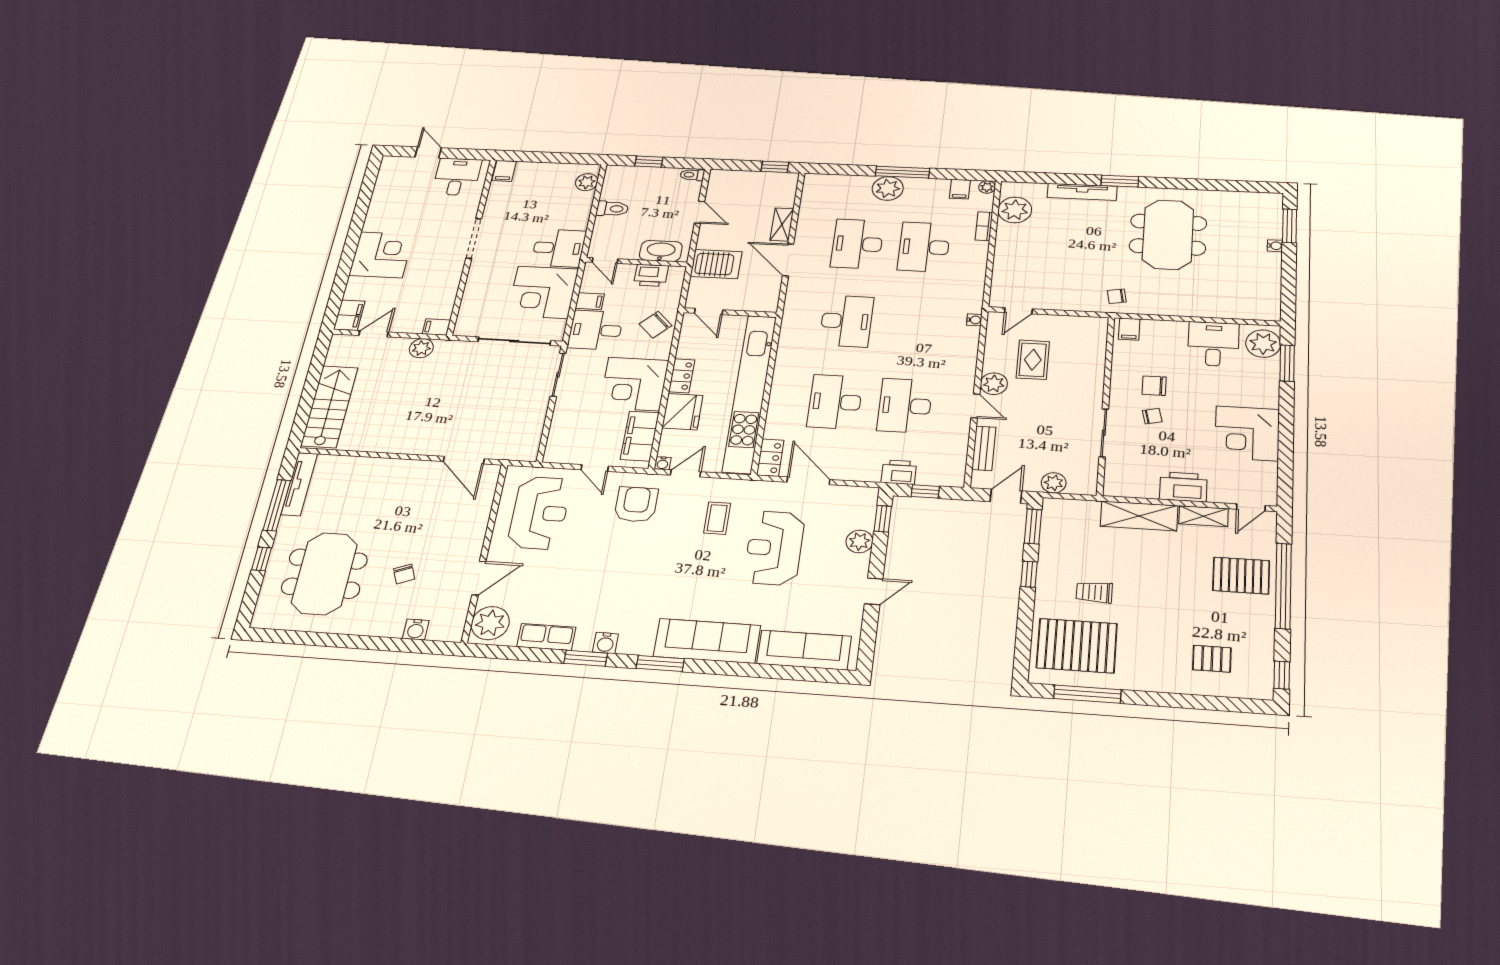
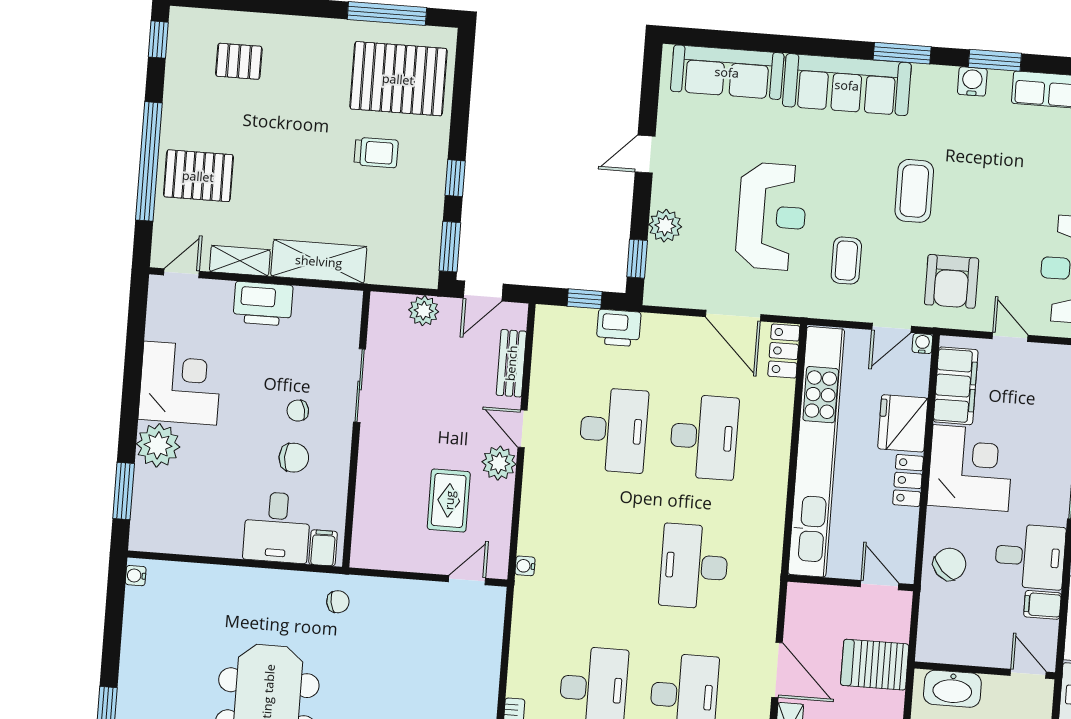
water cooler: (1275, 246) -> (136, 576), moved
printer: (651, 275) -> (962, 647), removed
desk: (1213, 344) -> (277, 527), moved
plant: (1263, 344) -> (158, 445), moved
coffee table: (659, 566) -> (914, 191), added

